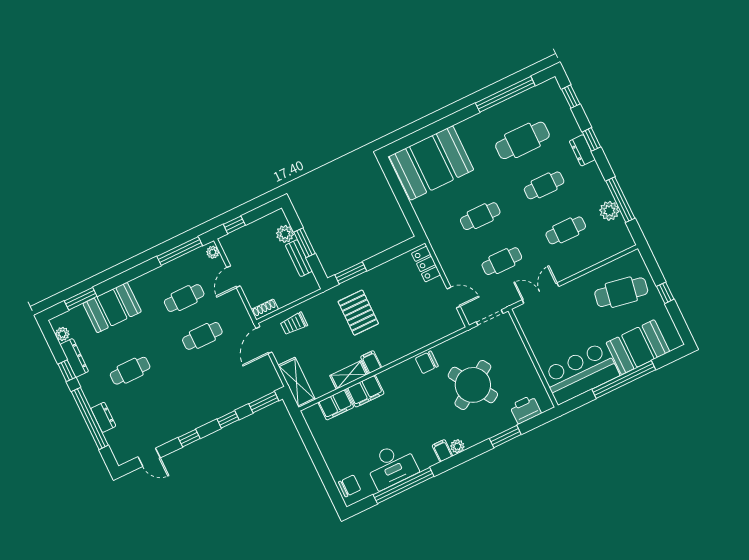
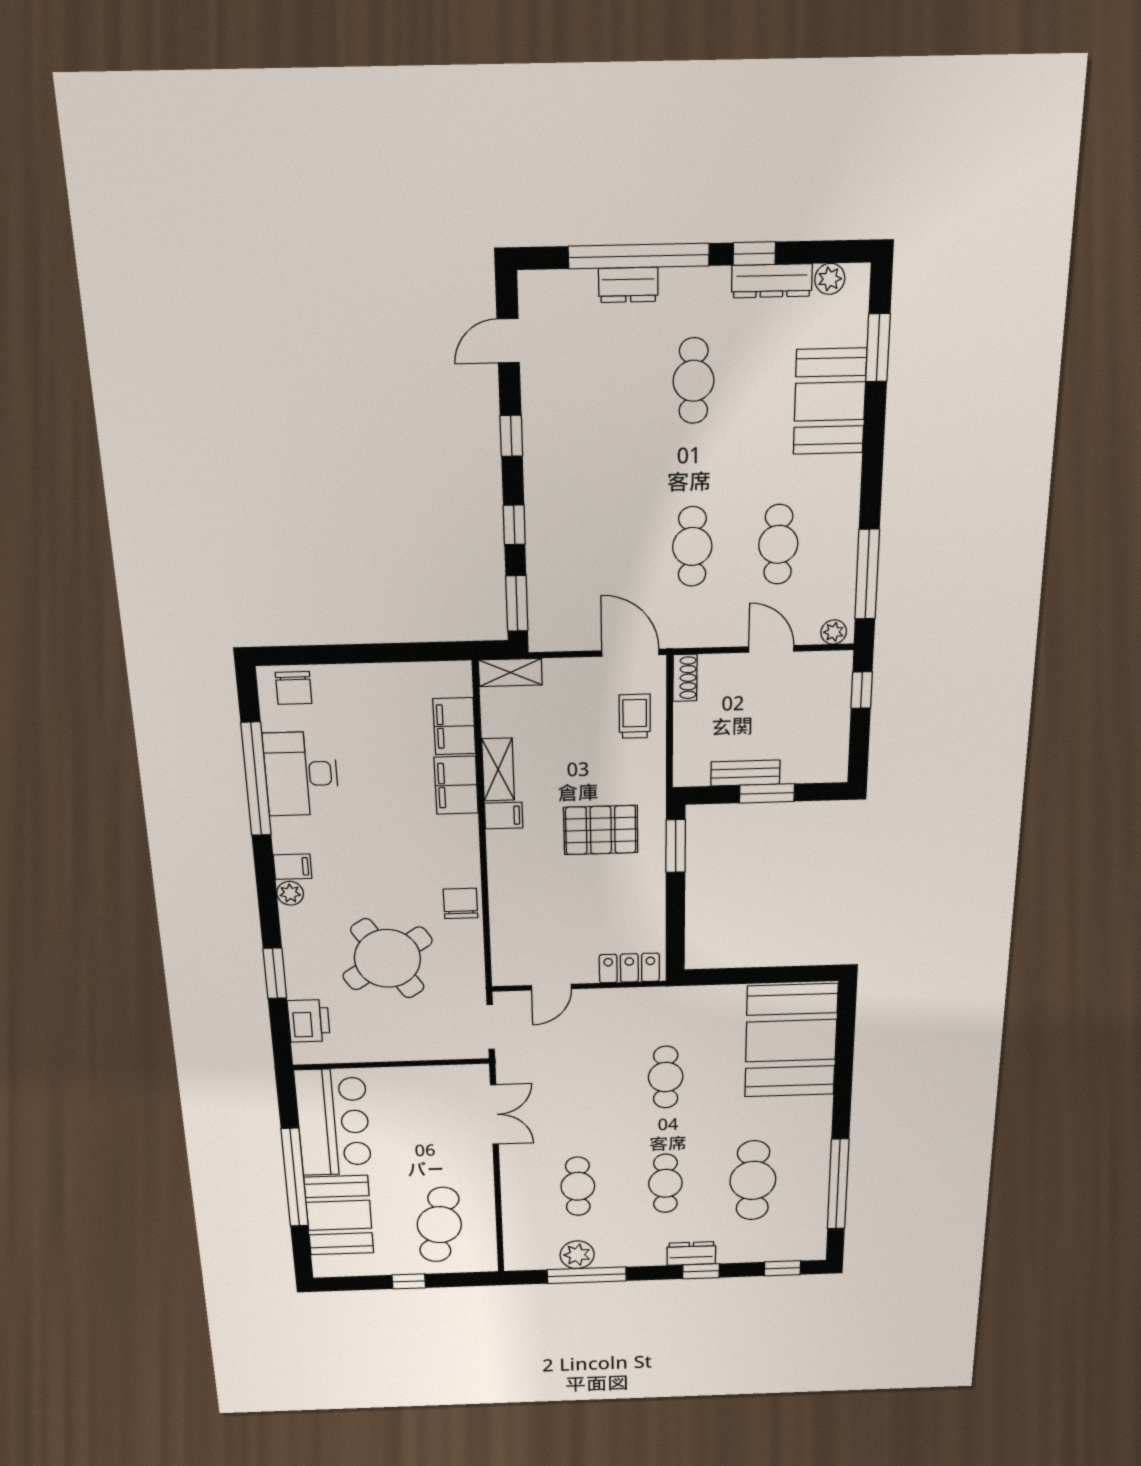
plant: (285, 234) -> (800, 768), removed
cafe table: (502, 261) -> (576, 1080), removed
shelving: (297, 382) -> (510, 673), width x0.67, depth x0.75

